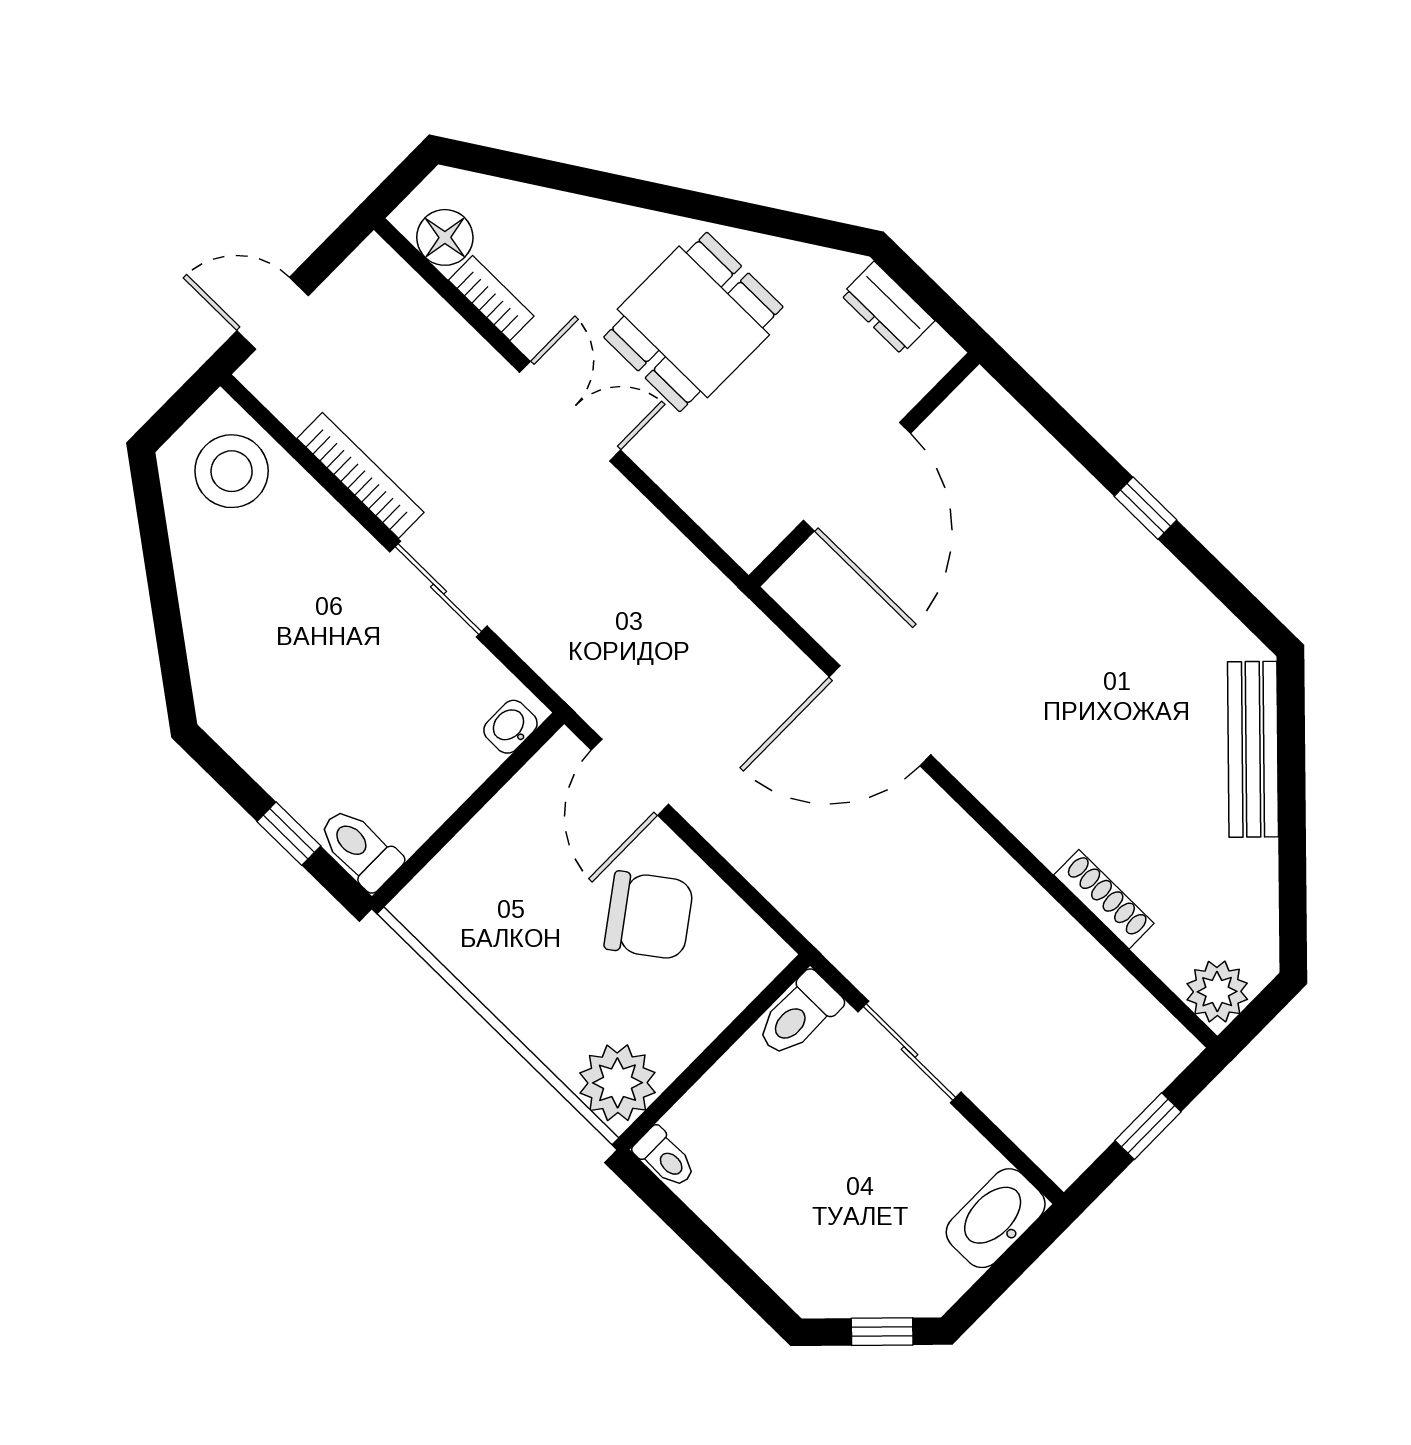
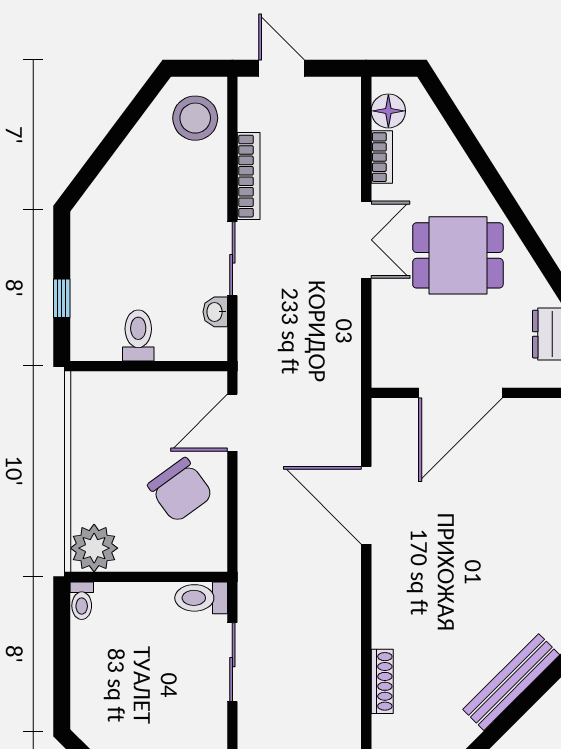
washbasin: (510, 727) -> (215, 312), moved, turned -90
toilet: (360, 848) -> (138, 335), moved

